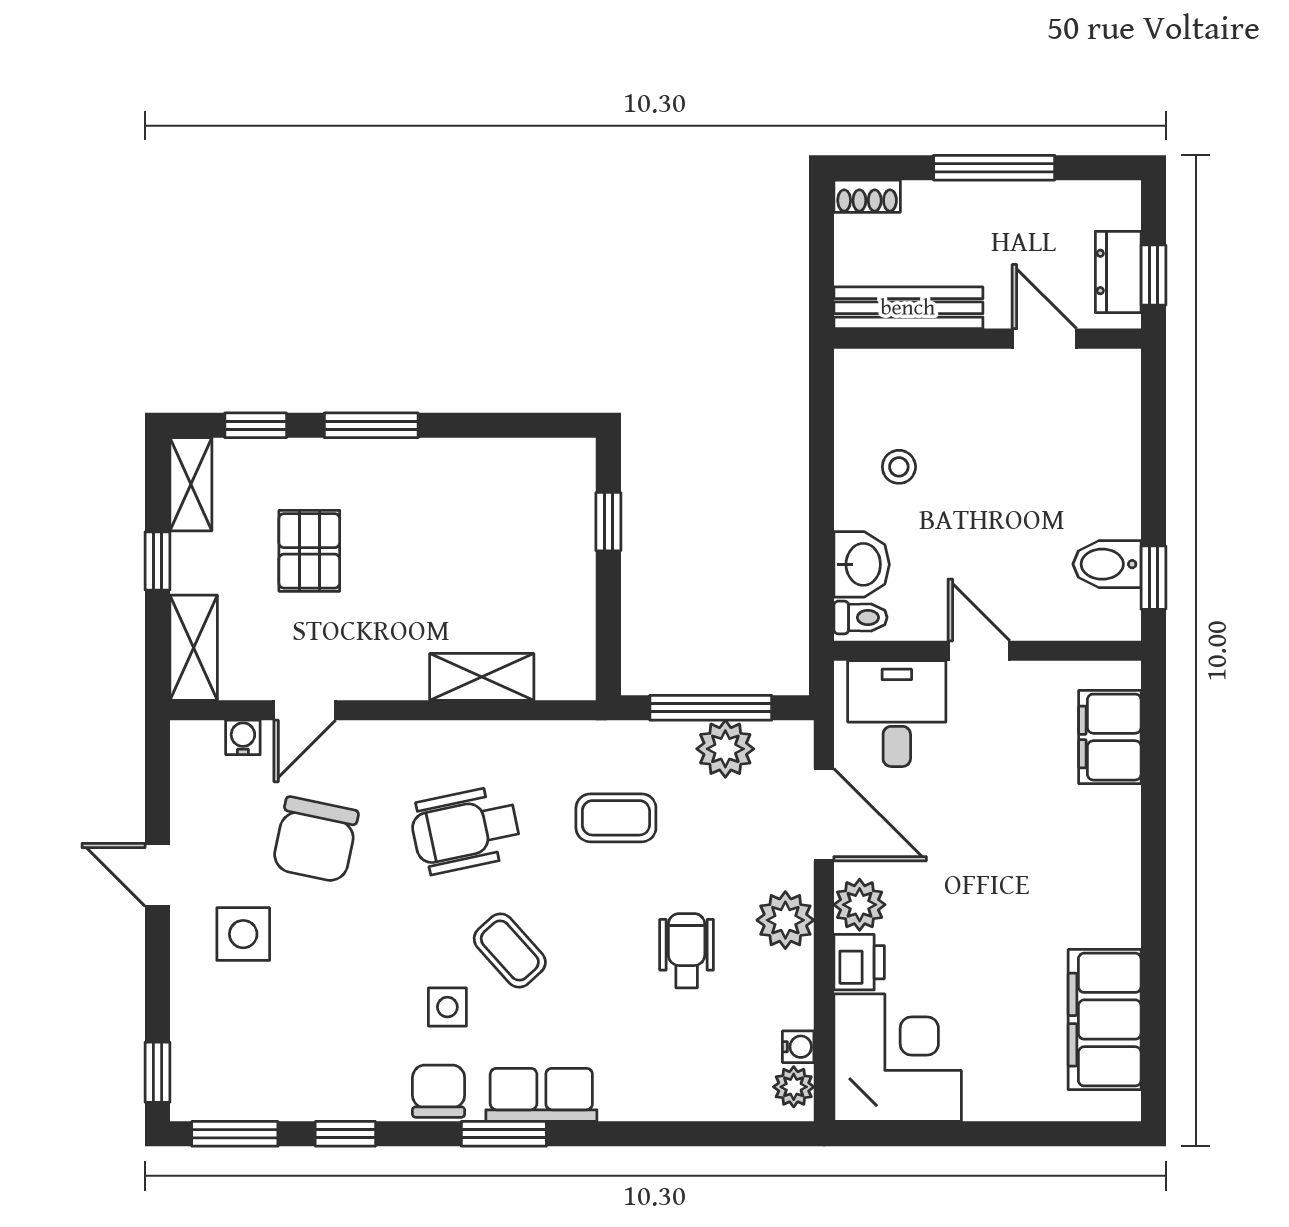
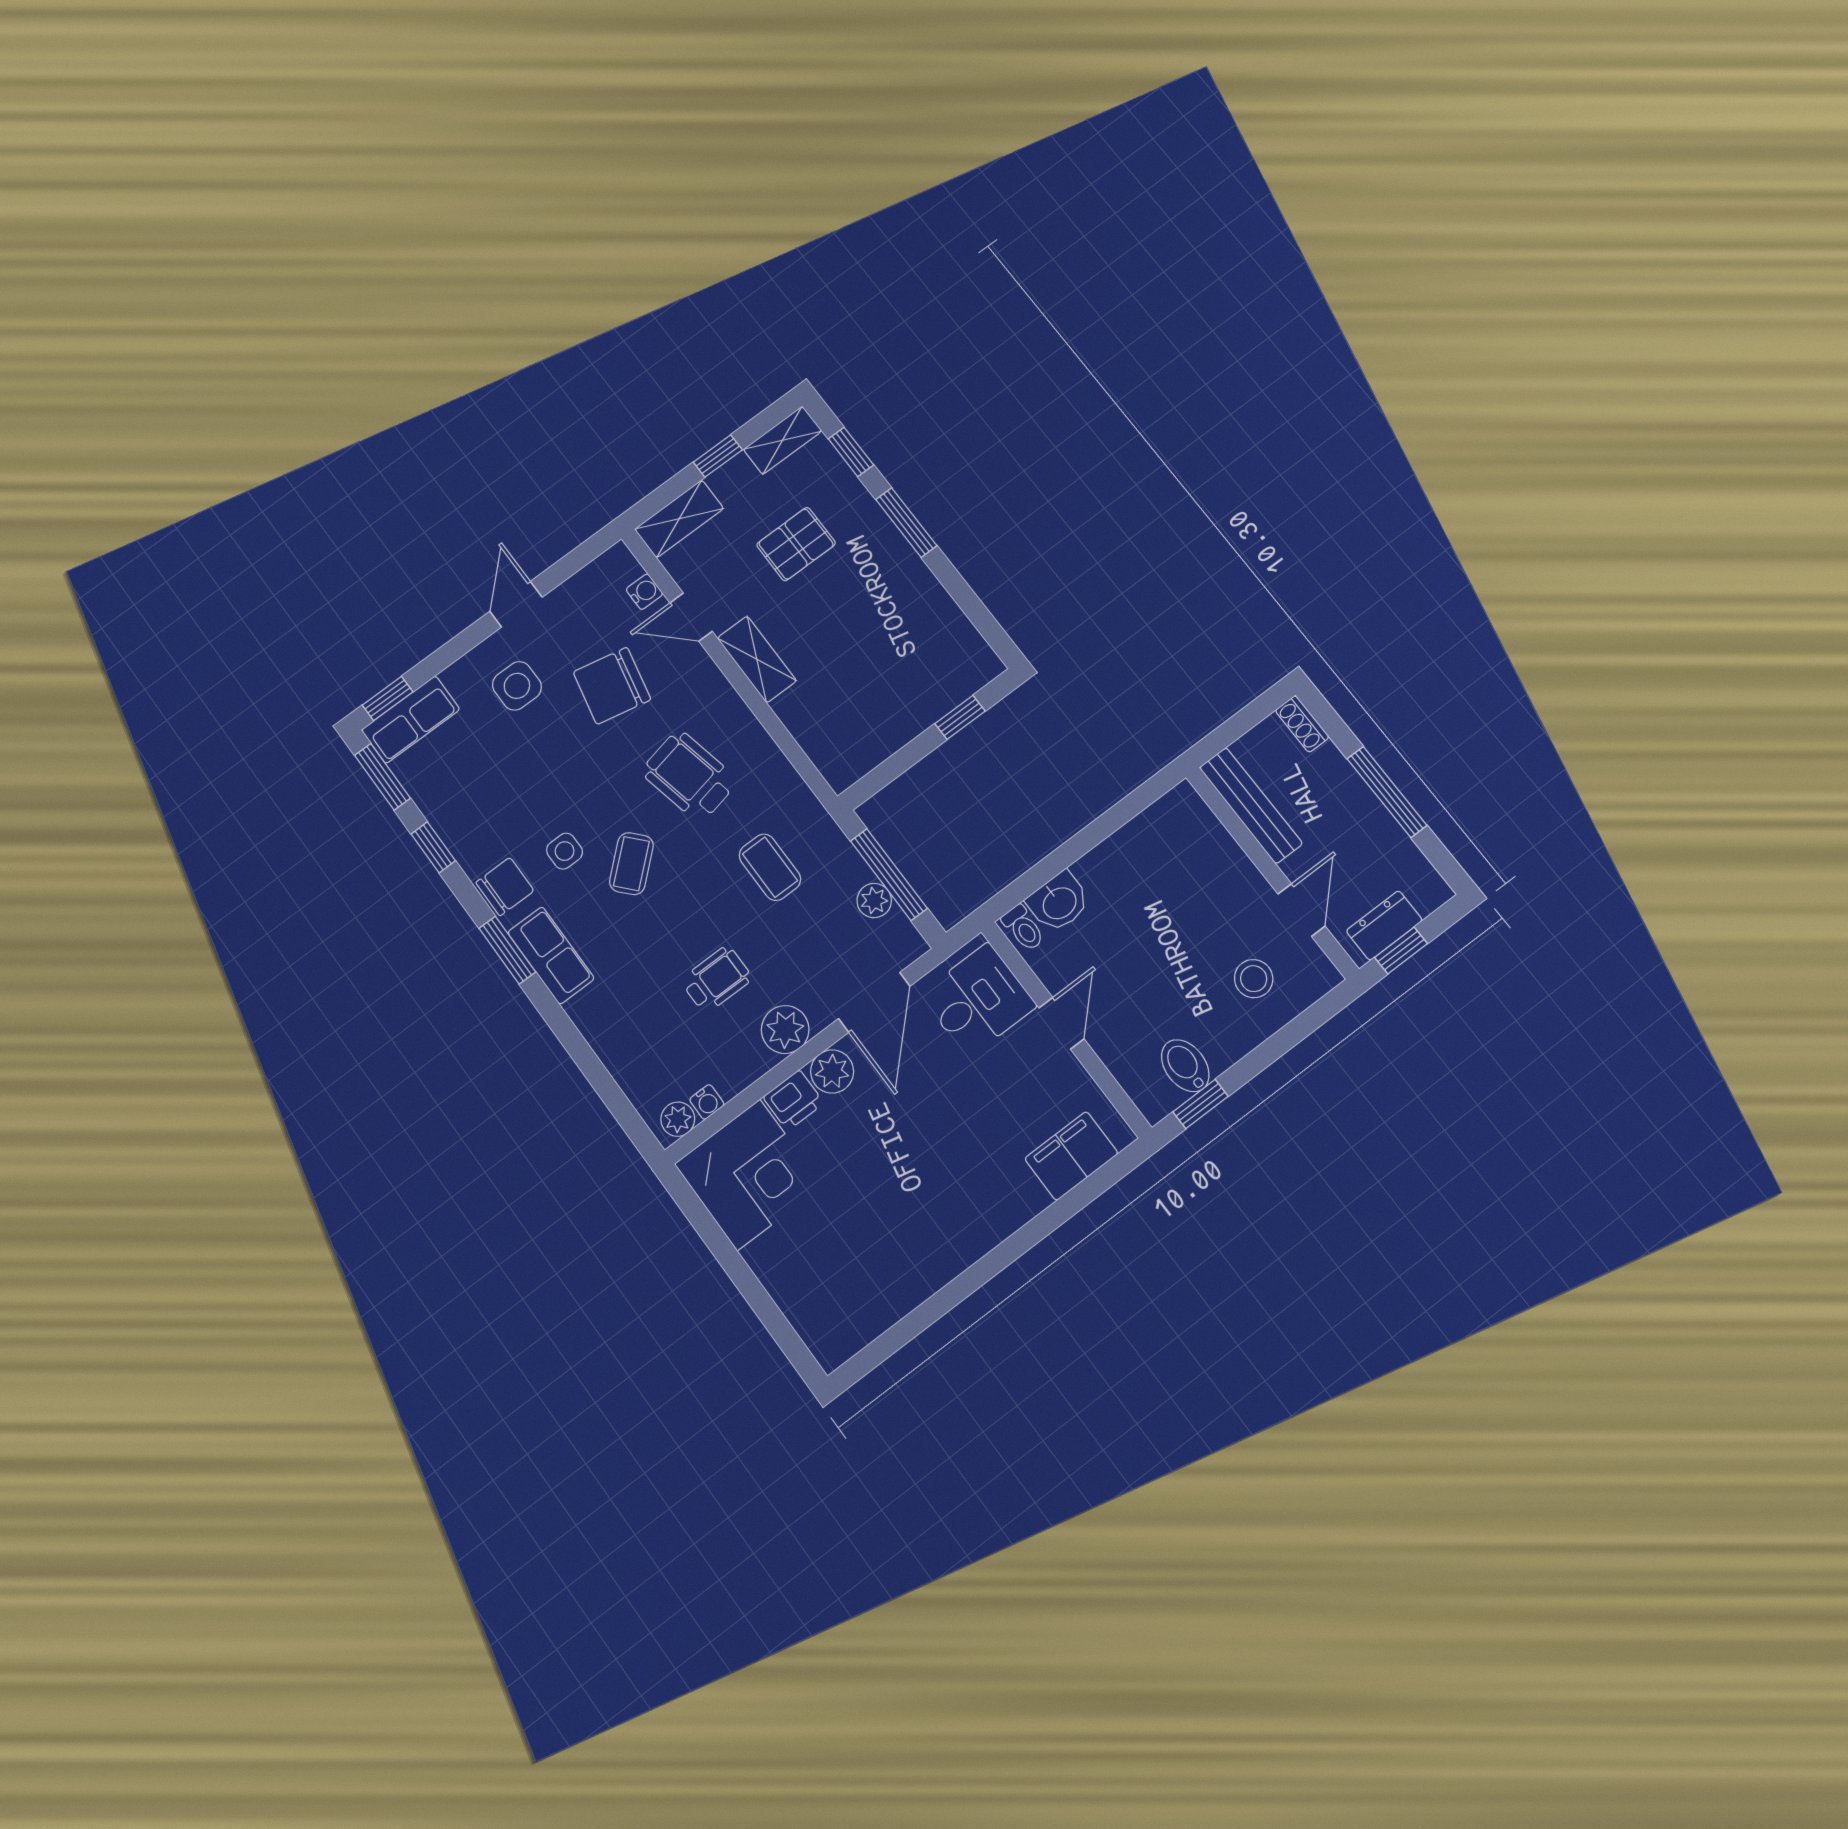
stool: (899, 467) -> (1254, 979), moved, width x1.37, depth x1.37
shelving: (482, 677) -> (757, 659), moved
plant: (725, 749) -> (874, 901), width x0.73, depth x0.73
filing cabinet: (1105, 1020) -> (878, 1298), removed
row of seats: (197, 1064) -> (411, 720), added

